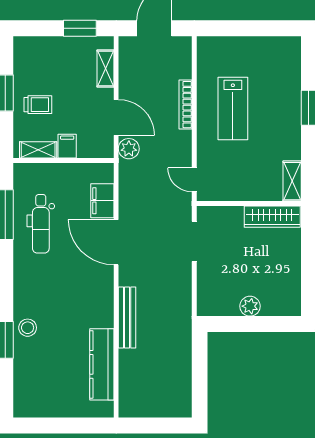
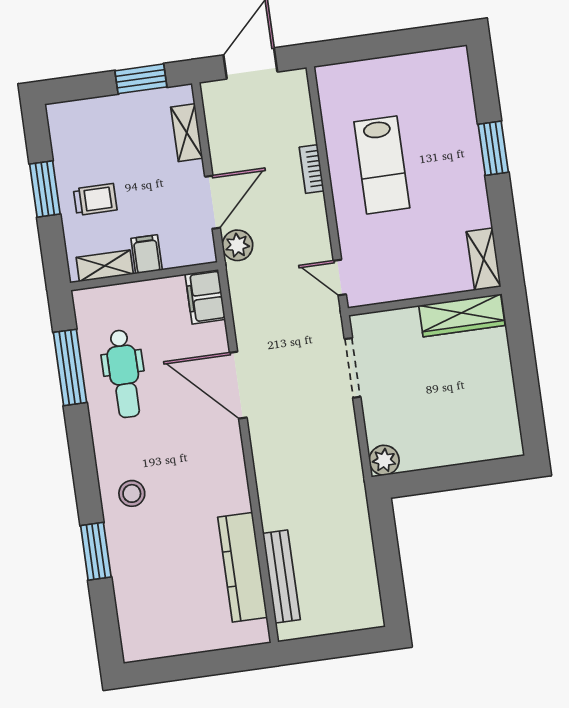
bookcase: (186, 105) -> (312, 169), width x0.64
door: (116, 117) -> (213, 202), hinge flipped
filing cabinet: (102, 201) -> (205, 297), moved
plant: (250, 306) -> (384, 460), moved
bench: (127, 318) -> (281, 577), moved
stool: (28, 328) -> (132, 493), moved

